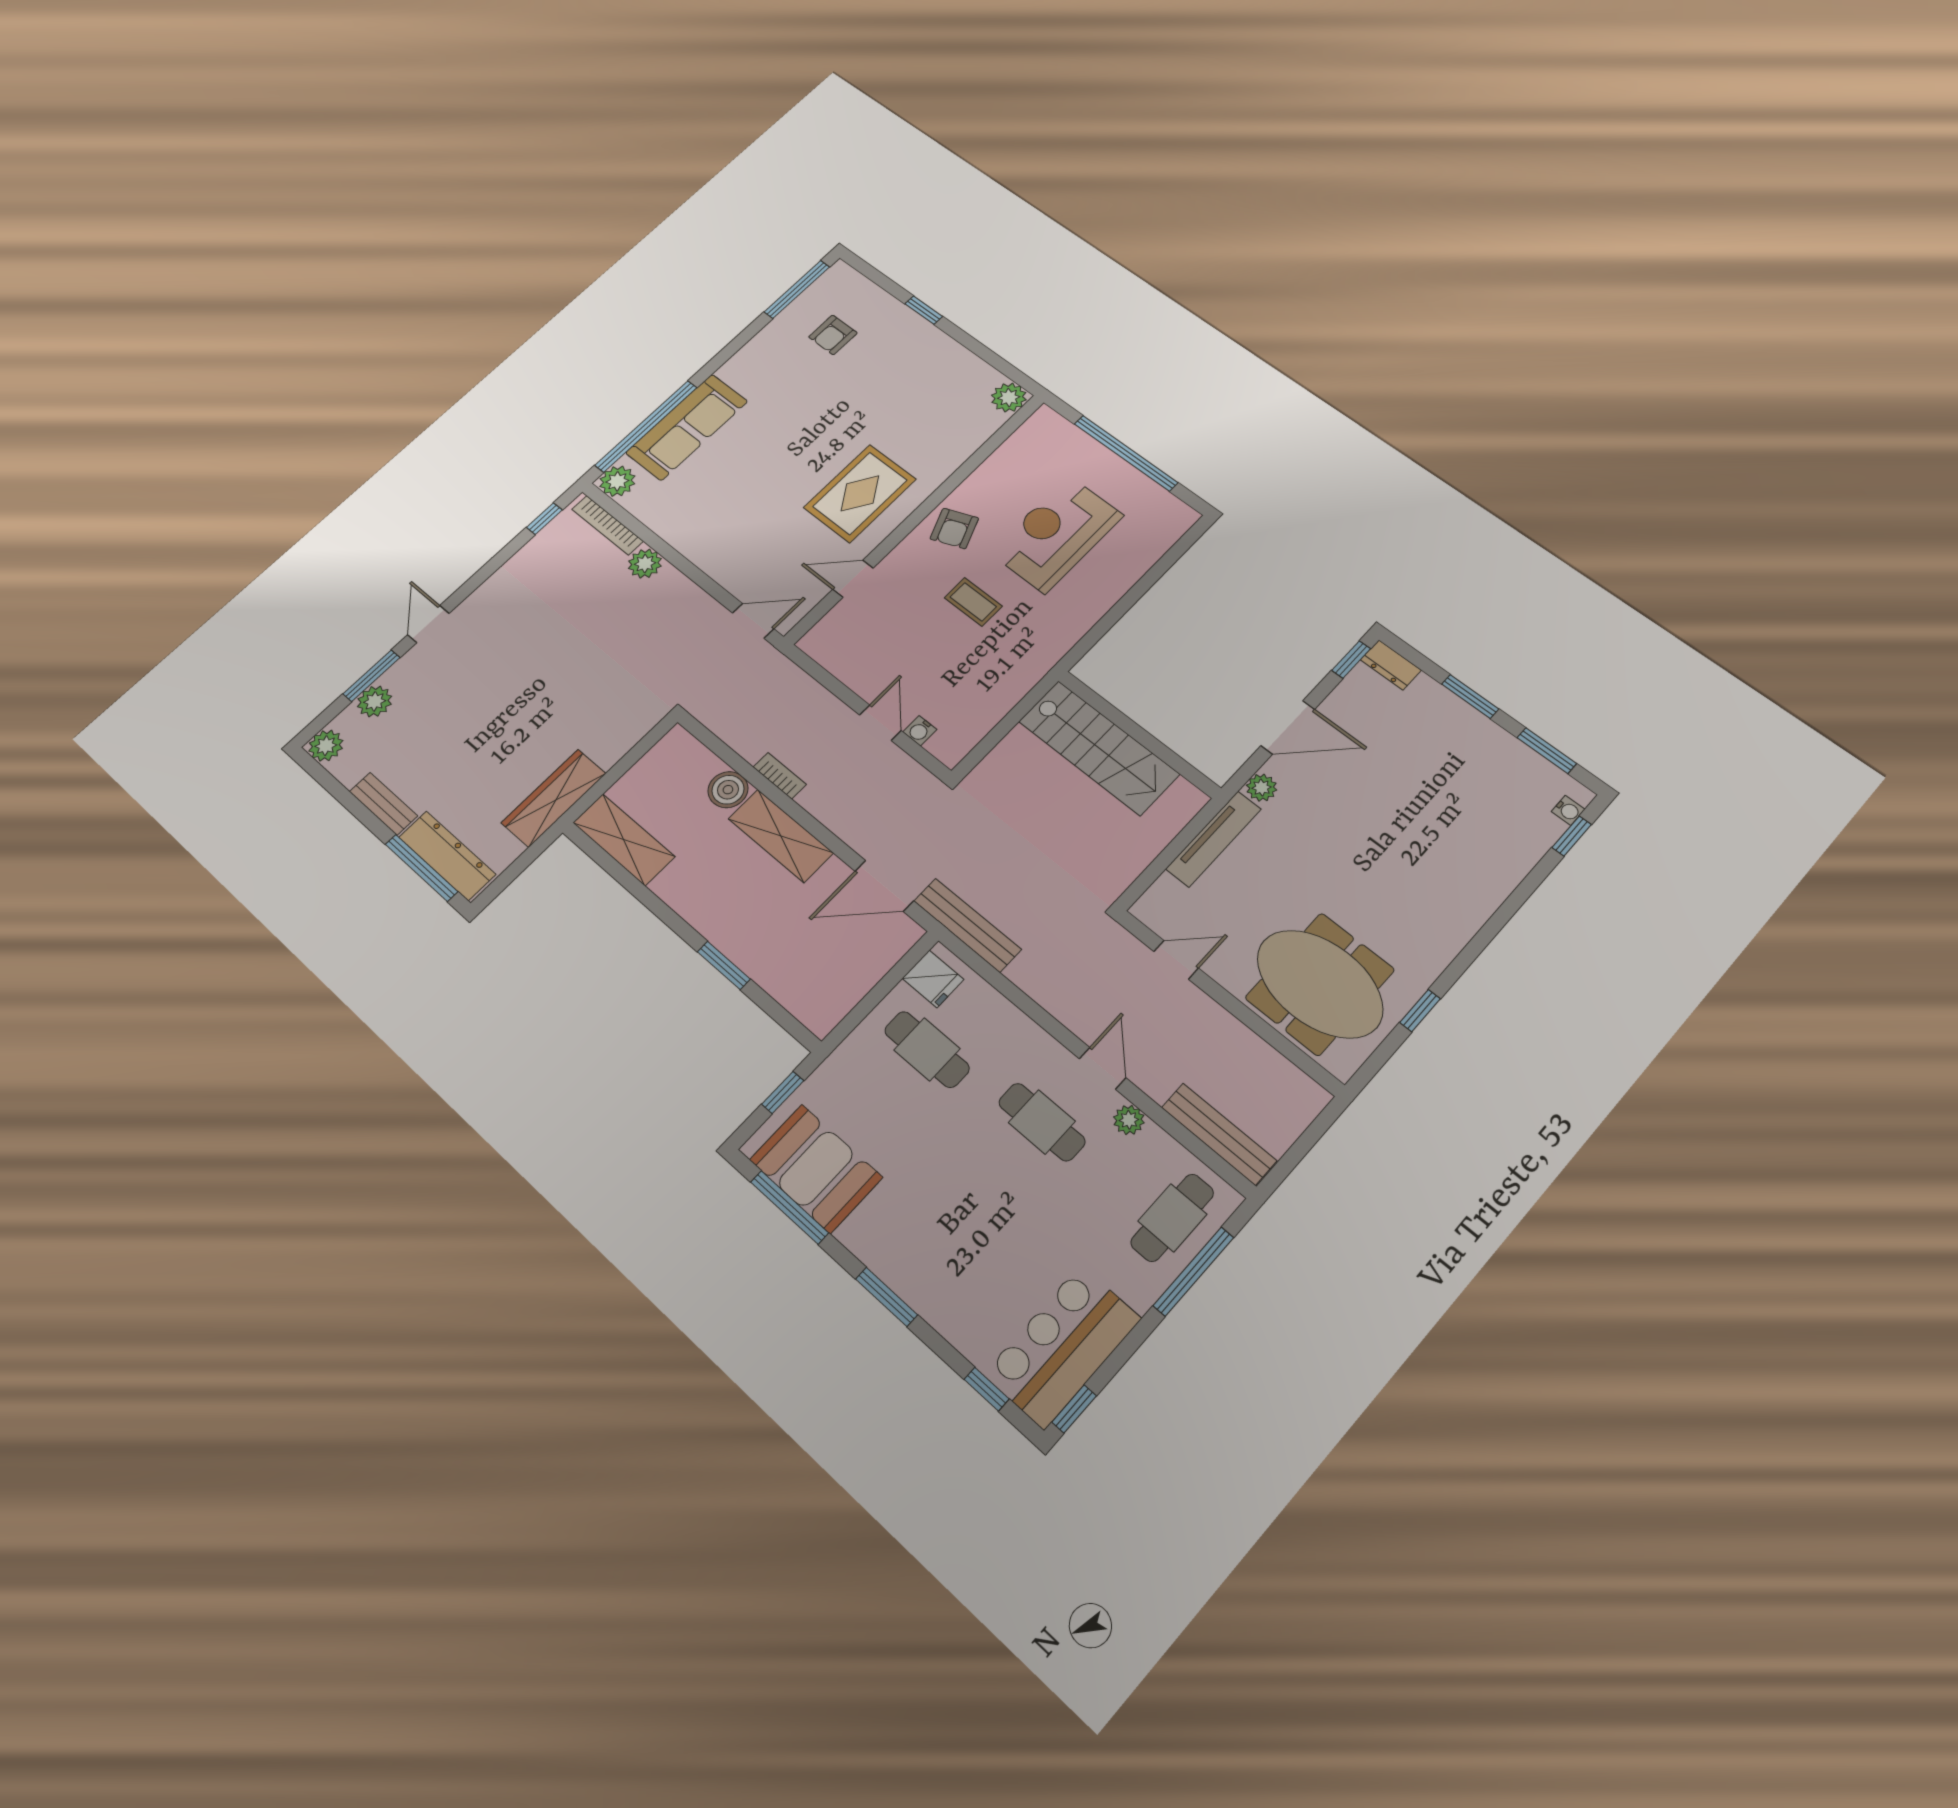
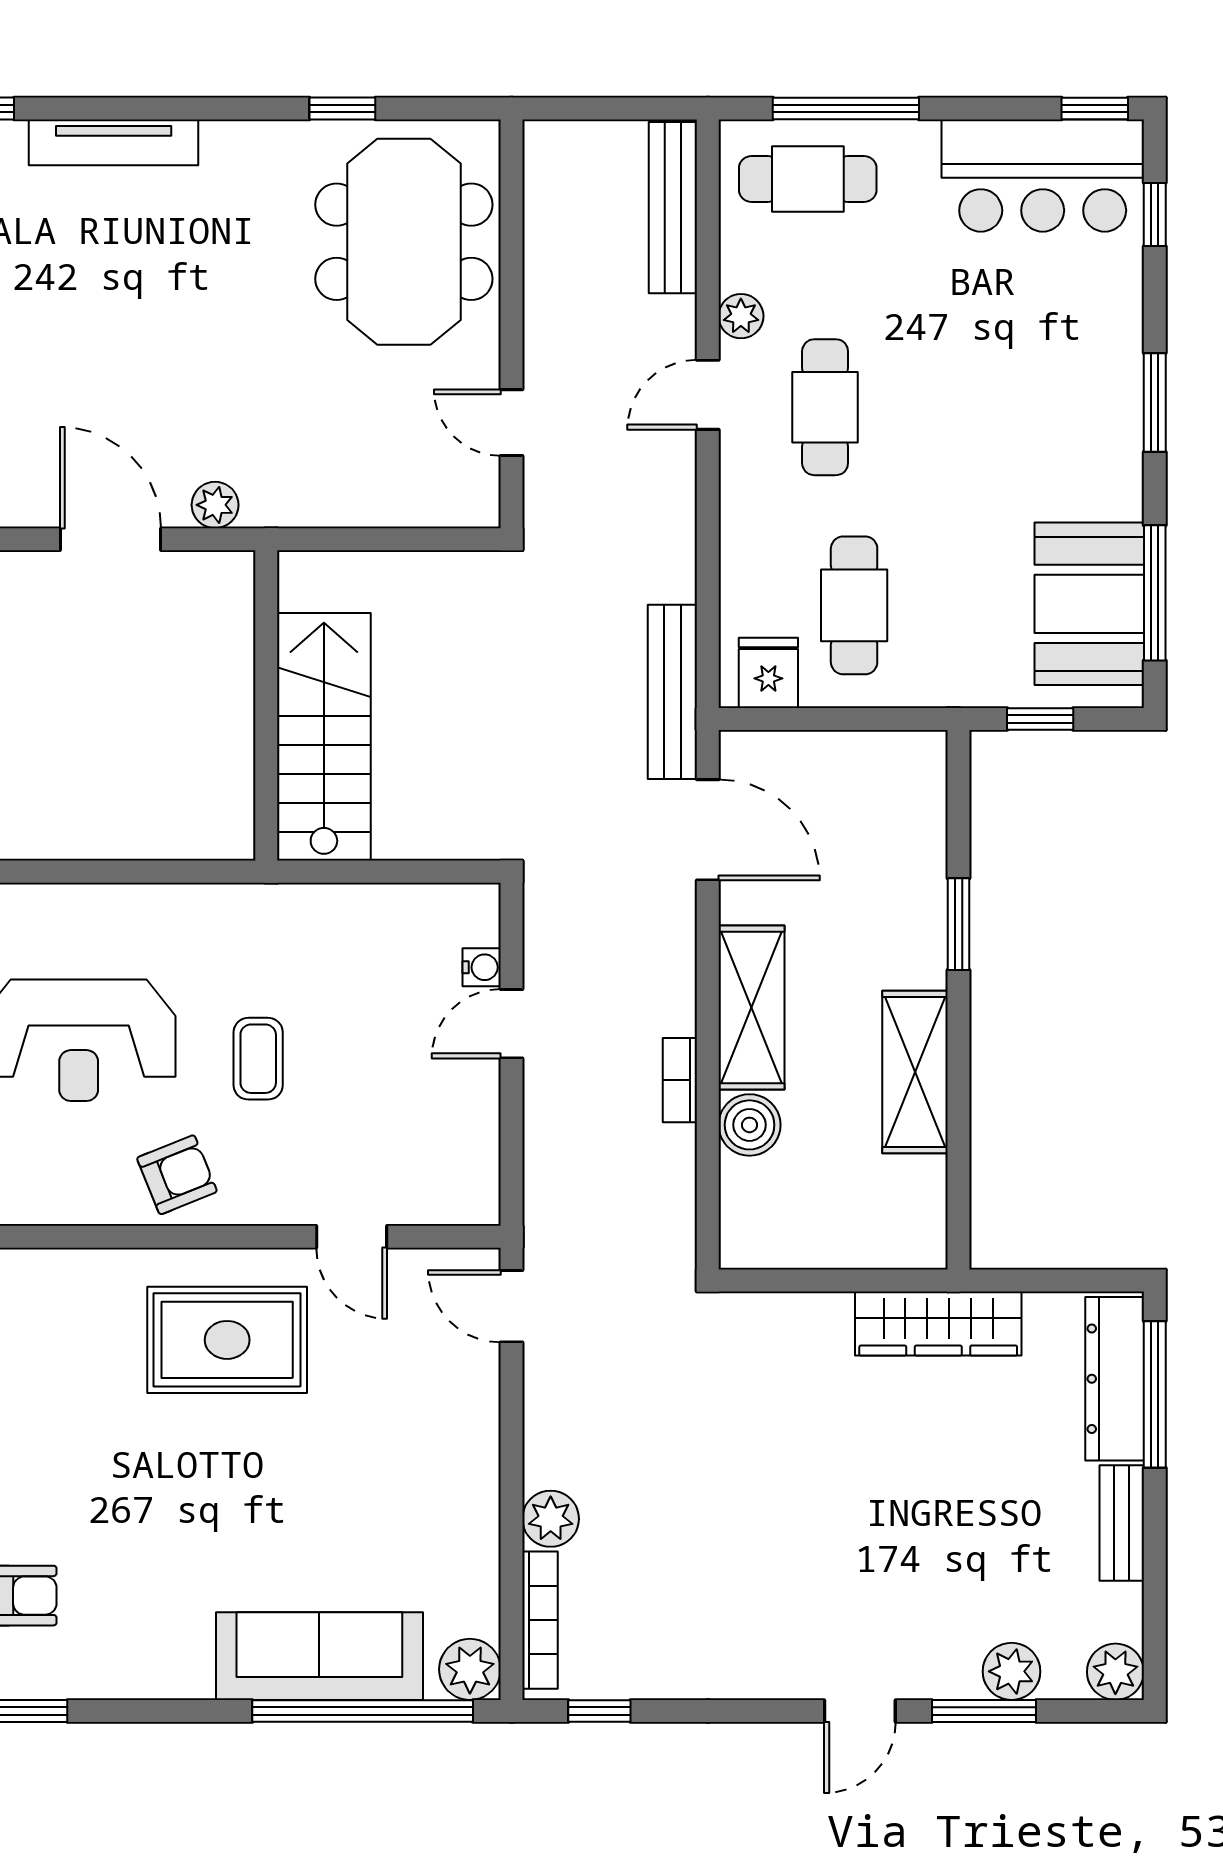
tv unit: (1214, 839) -> (114, 142), moved, turned 180
shelving: (624, 840) -> (915, 1072), moved

